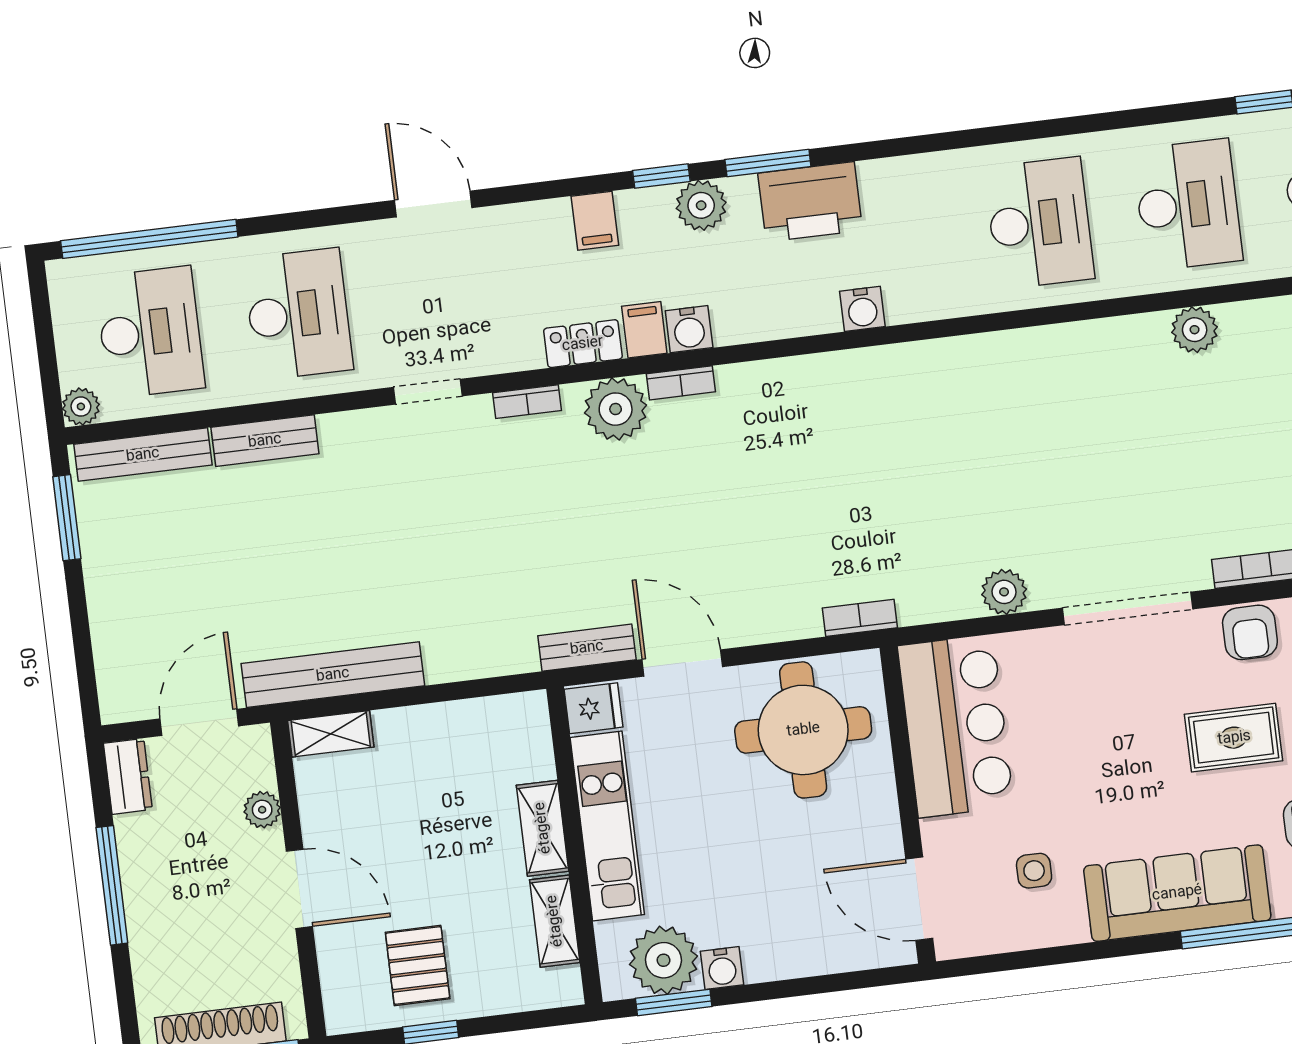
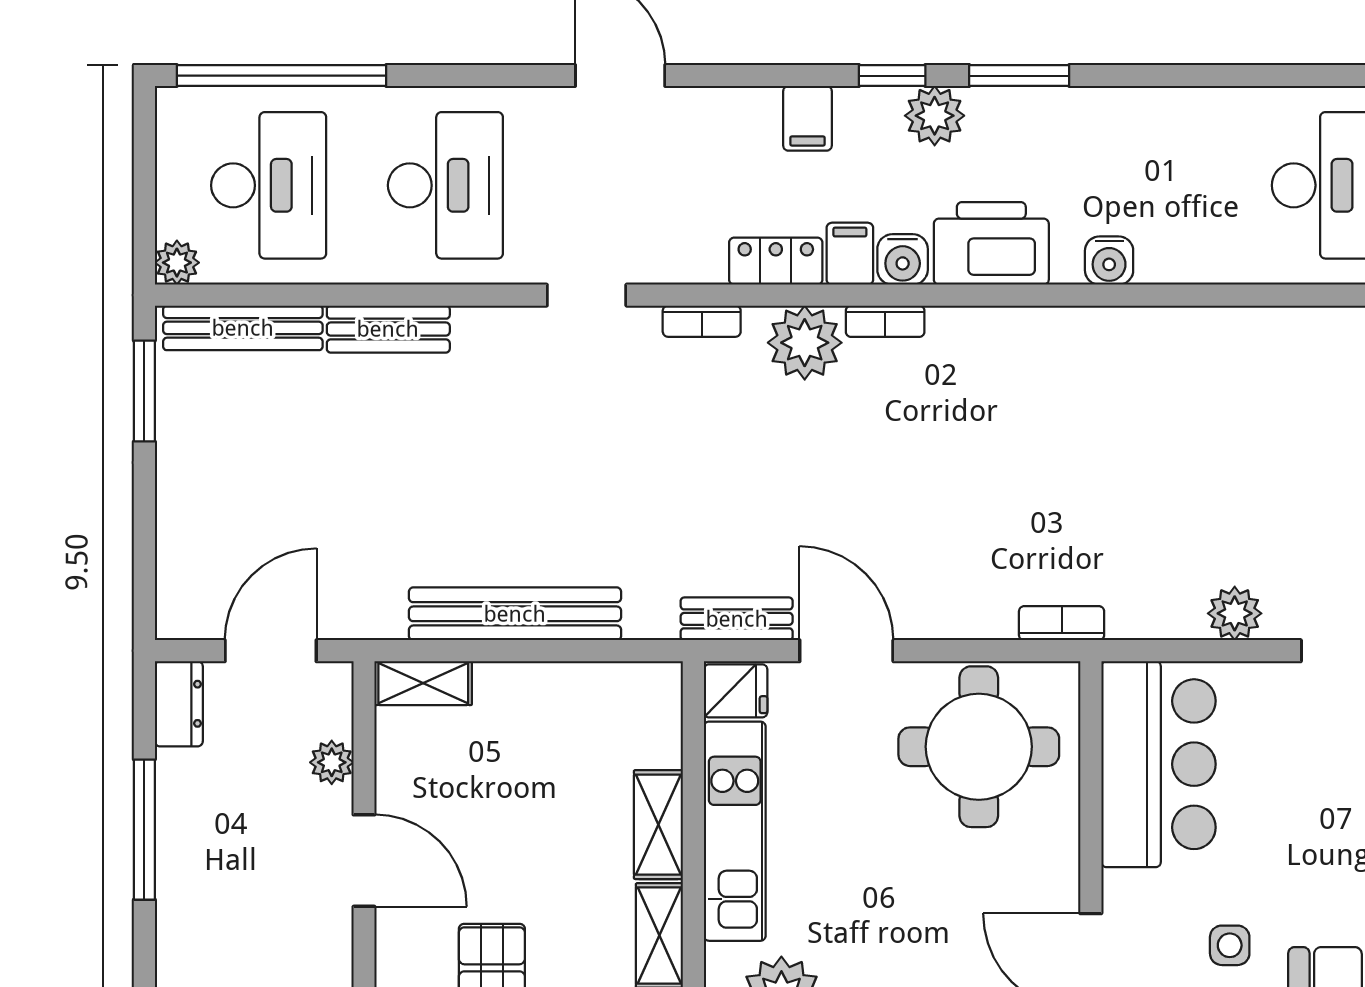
printer: (810, 202) -> (991, 243), moved, turned 180
bench: (333, 675) -> (515, 614), moved

